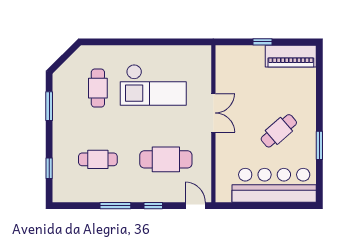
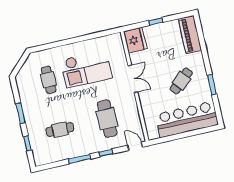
piano: (291, 56) -> (190, 35), moved, turned 90
fridge: (229, 61) -> (135, 40), added
window: (49, 106) -> (20, 113), moved
cafe table: (166, 159) -> (107, 119), turned 90

